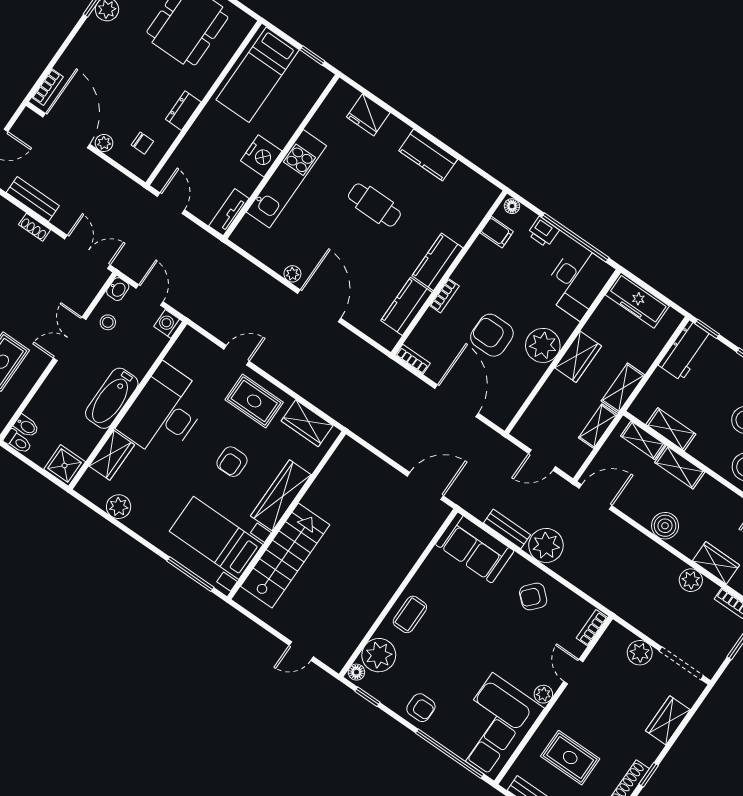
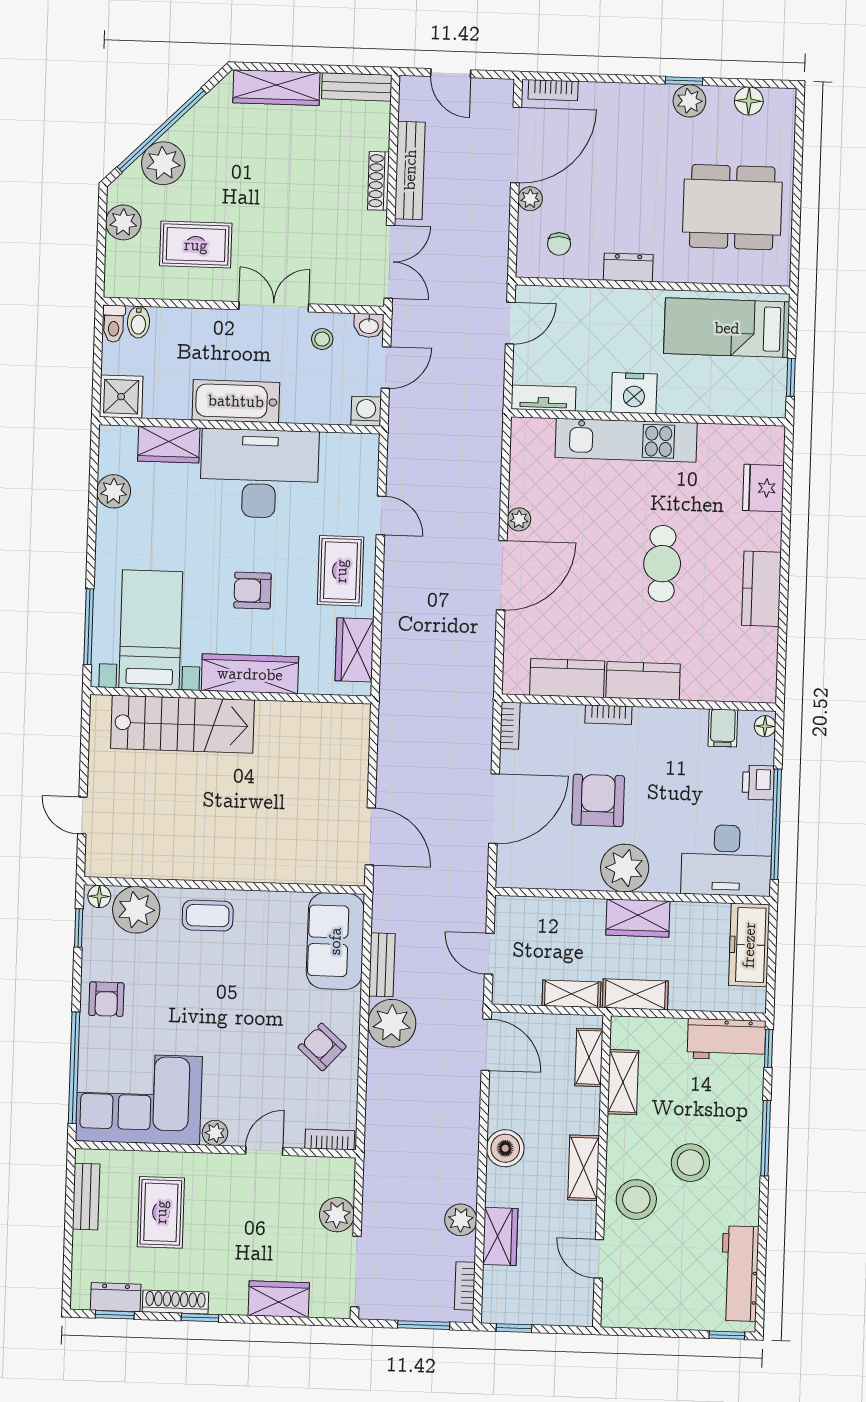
bench: (33, 199) -> (410, 170), width x1.36
shoe rack: (35, 227) -> (378, 181), width x1.43
shelving: (680, 467) -> (584, 1168), moved

